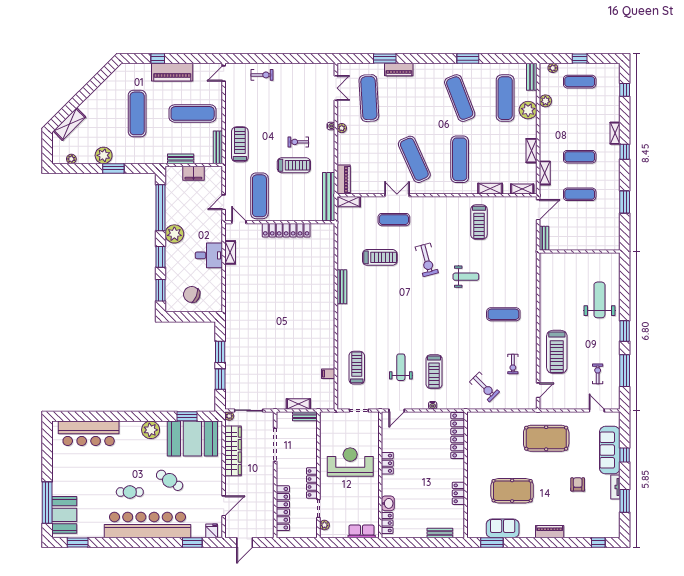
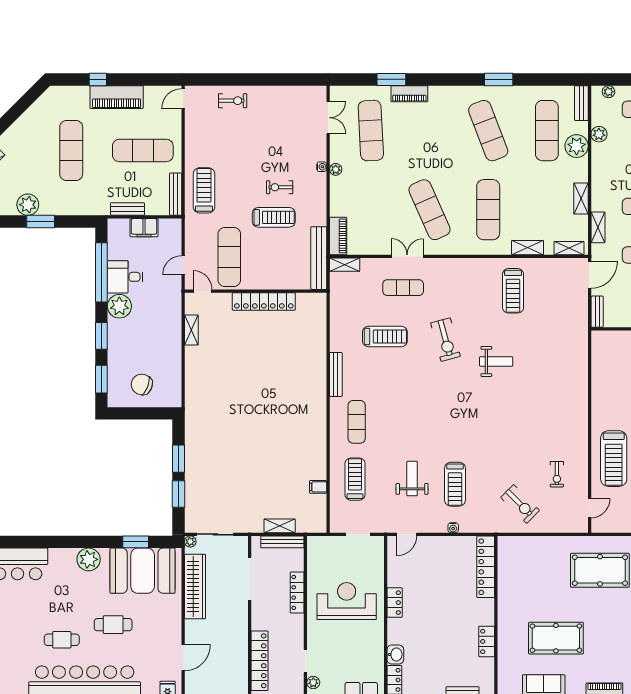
desk: (209, 255) -> (125, 277), moved, turned 180
exercise mat: (503, 314) -> (357, 422), moved, turned 90
bench: (305, 416) -> (282, 542), width x1.36
cafe table: (170, 480) -> (113, 625), turned -33
locker: (312, 483) -> (297, 592), moved

